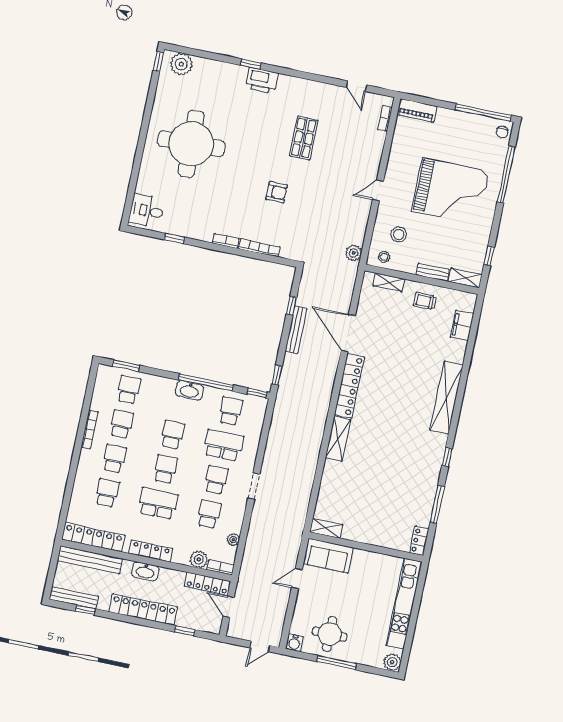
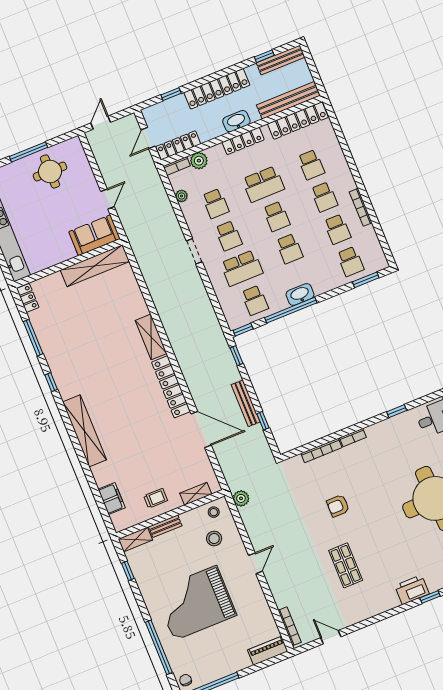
bookcase: (385, 118) -> (290, 626), width x1.56
shelving: (326, 528) -> (95, 266), width x2.20, depth x1.33
door: (229, 607) -> (148, 138), swing flipped
water cooler: (294, 643) -> (74, 145), removed

